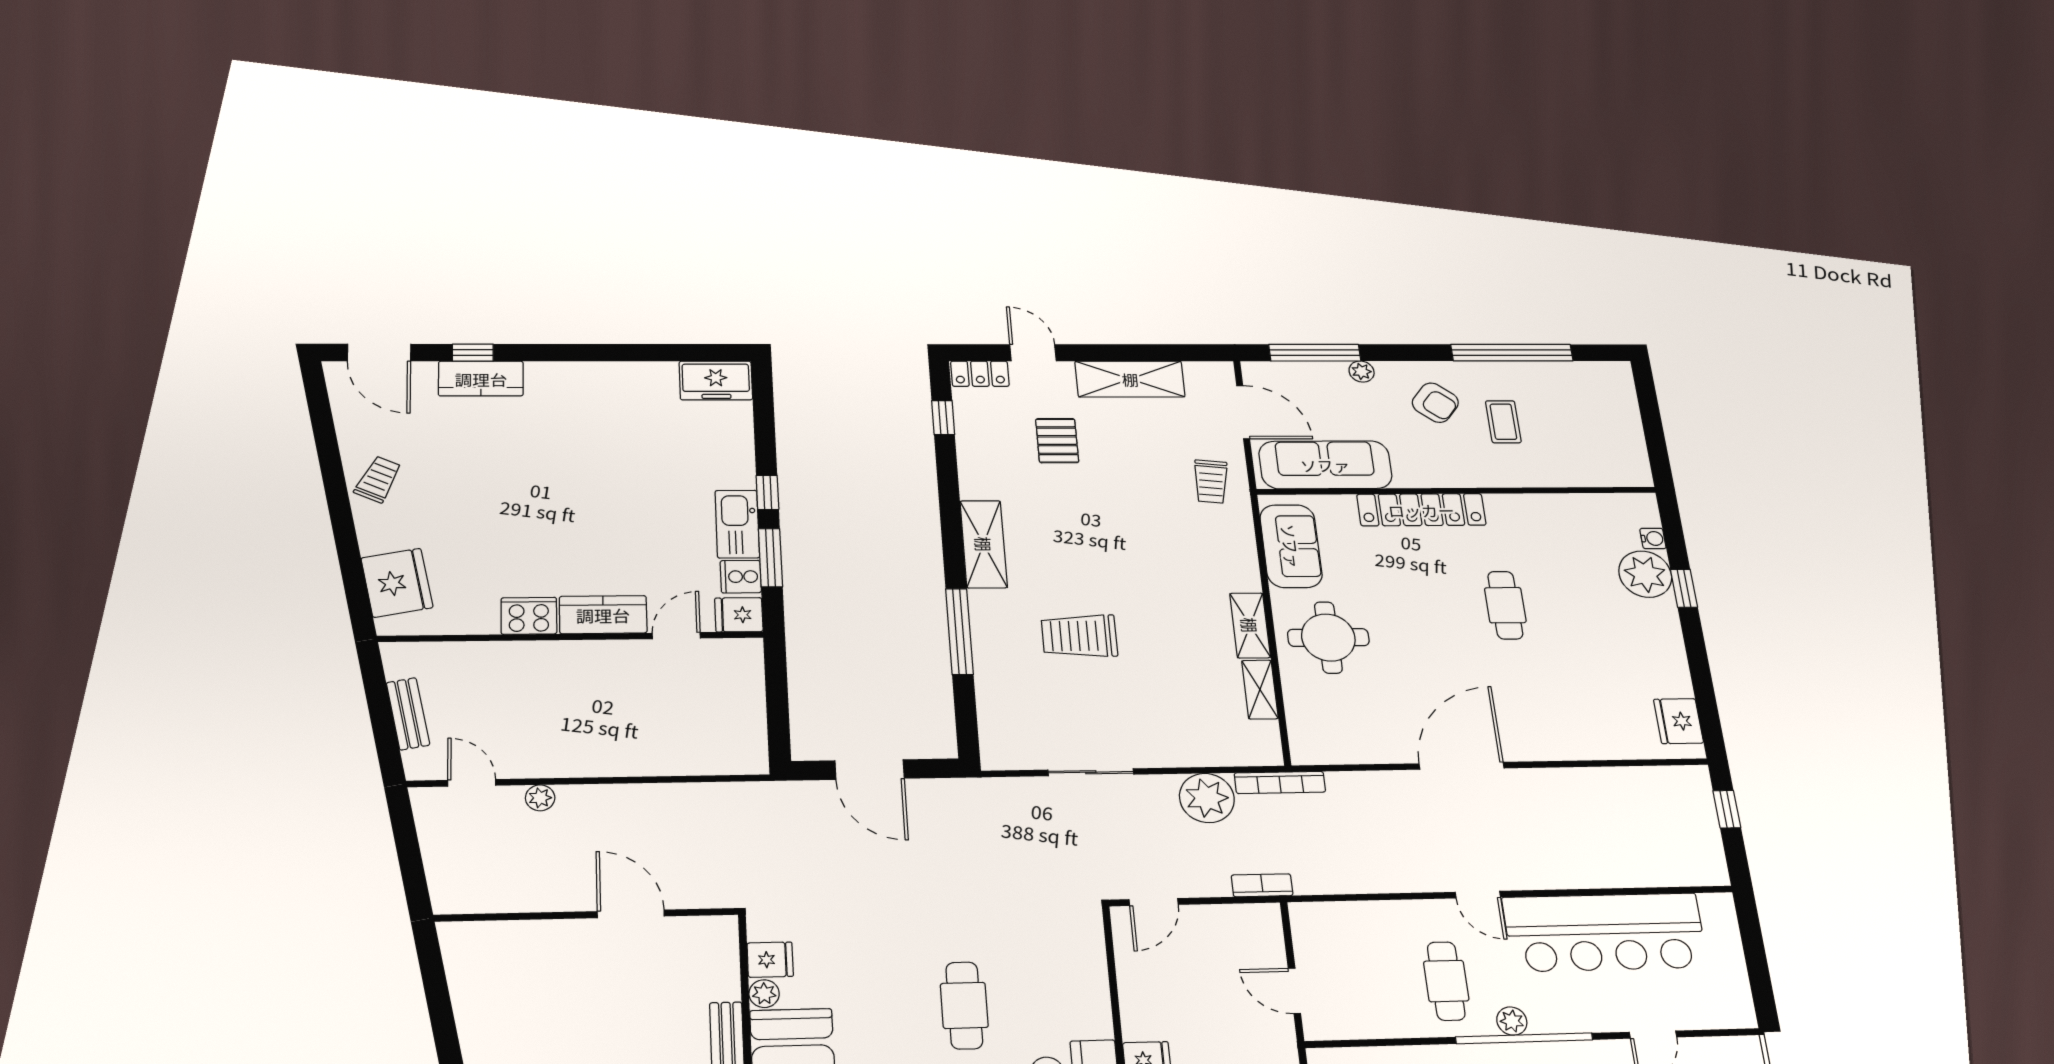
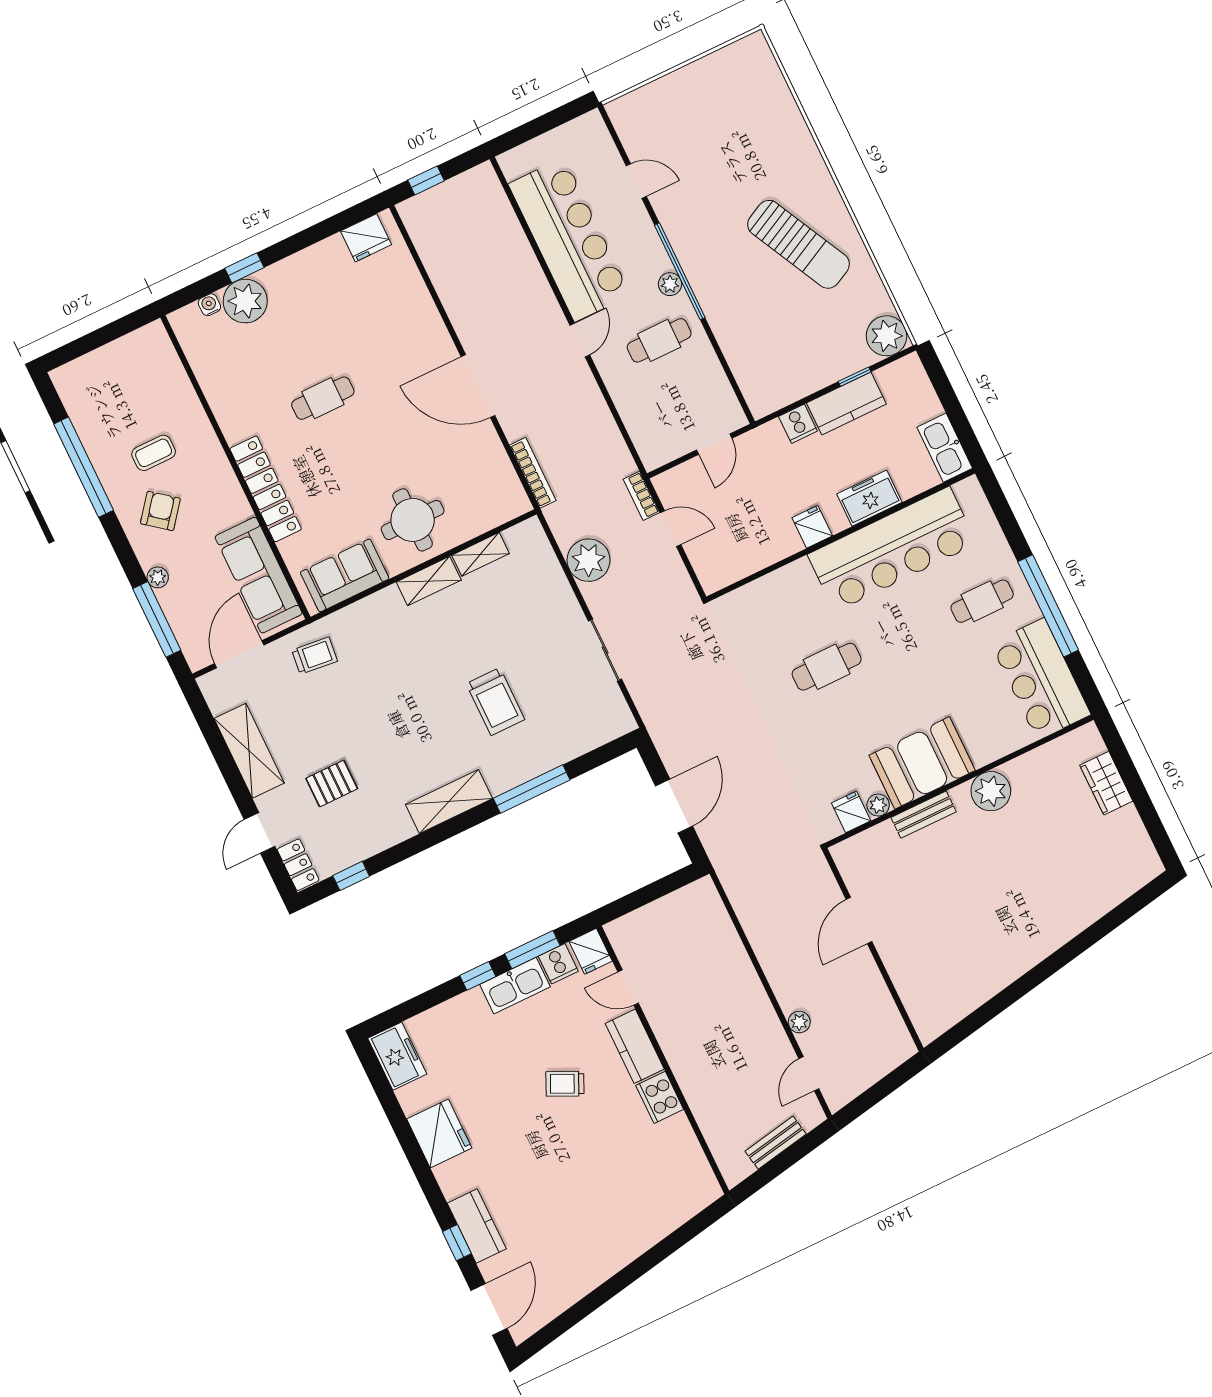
trolley: (378, 479) -> (565, 1084), moved
fridge: (397, 583) -> (439, 1133), moved, turned 101
bookcase: (1280, 782) -> (533, 473), moved
door: (1154, 902) -> (670, 529), moved

